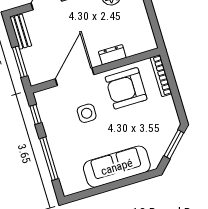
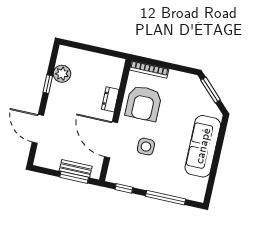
bench: (21, 32) -> (76, 169), moved

